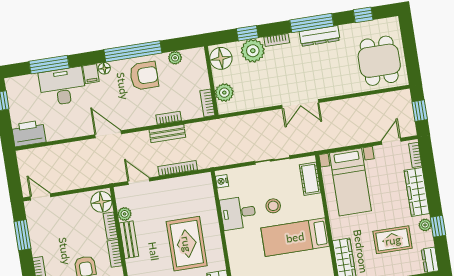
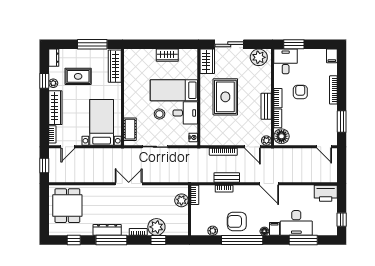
floor lamp: (221, 58) -> (180, 225), removed
plant: (125, 214) -> (266, 141), moved
bed: (295, 237) -> (174, 90), moved, turned 180

